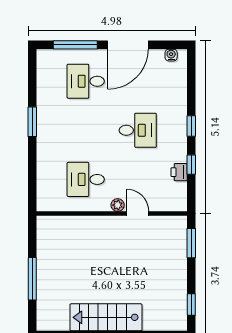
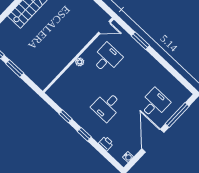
window: (32, 122) -> (140, 41), moved
printer: (179, 172) -> (106, 143), moved
door: (138, 214) -> (104, 27), moved
window: (191, 243) -> (15, 68), moved

